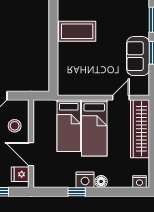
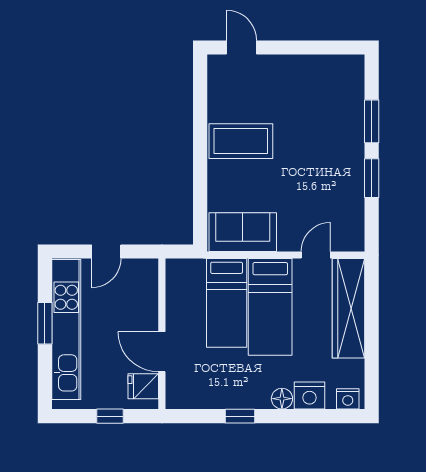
sofa: (138, 56) -> (243, 232), moved, turned 90
stool: (15, 126) -> (134, 303), removed
nightstand: (85, 180) -> (310, 396), moved

